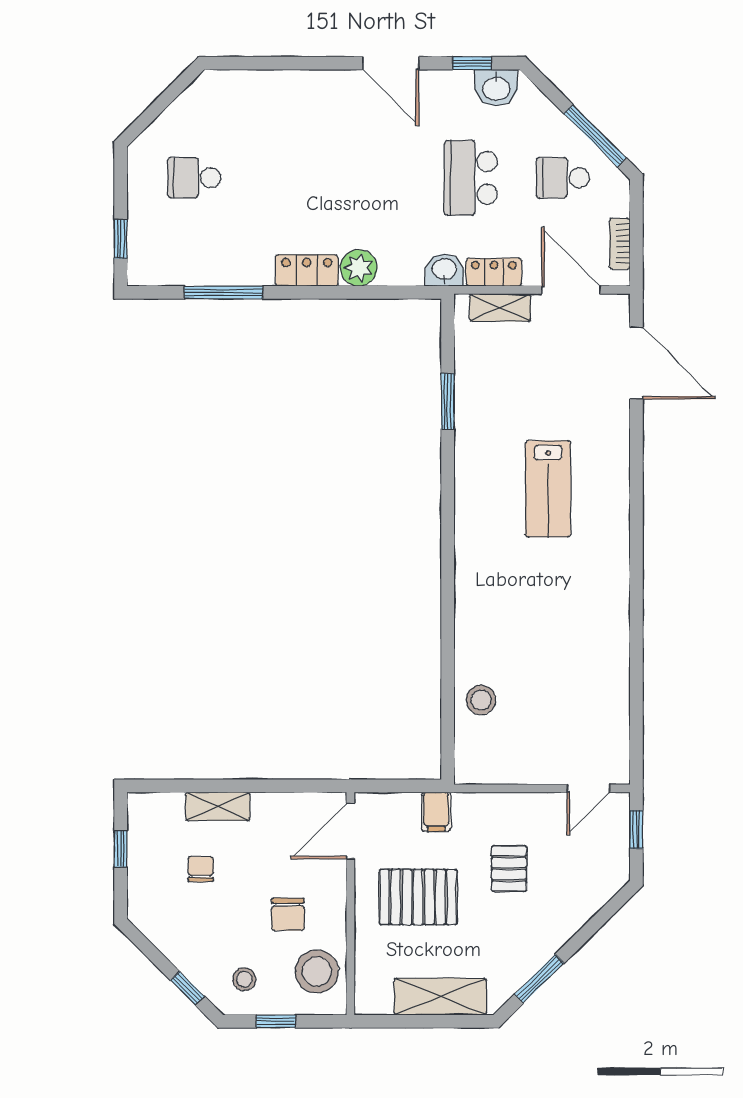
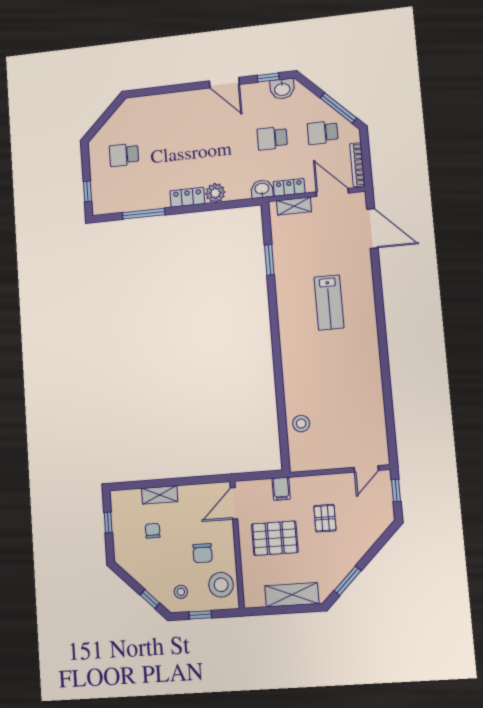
school desk: (471, 178) -> (272, 138), width x0.54
bookcase: (620, 244) -> (357, 165), width x1.56

